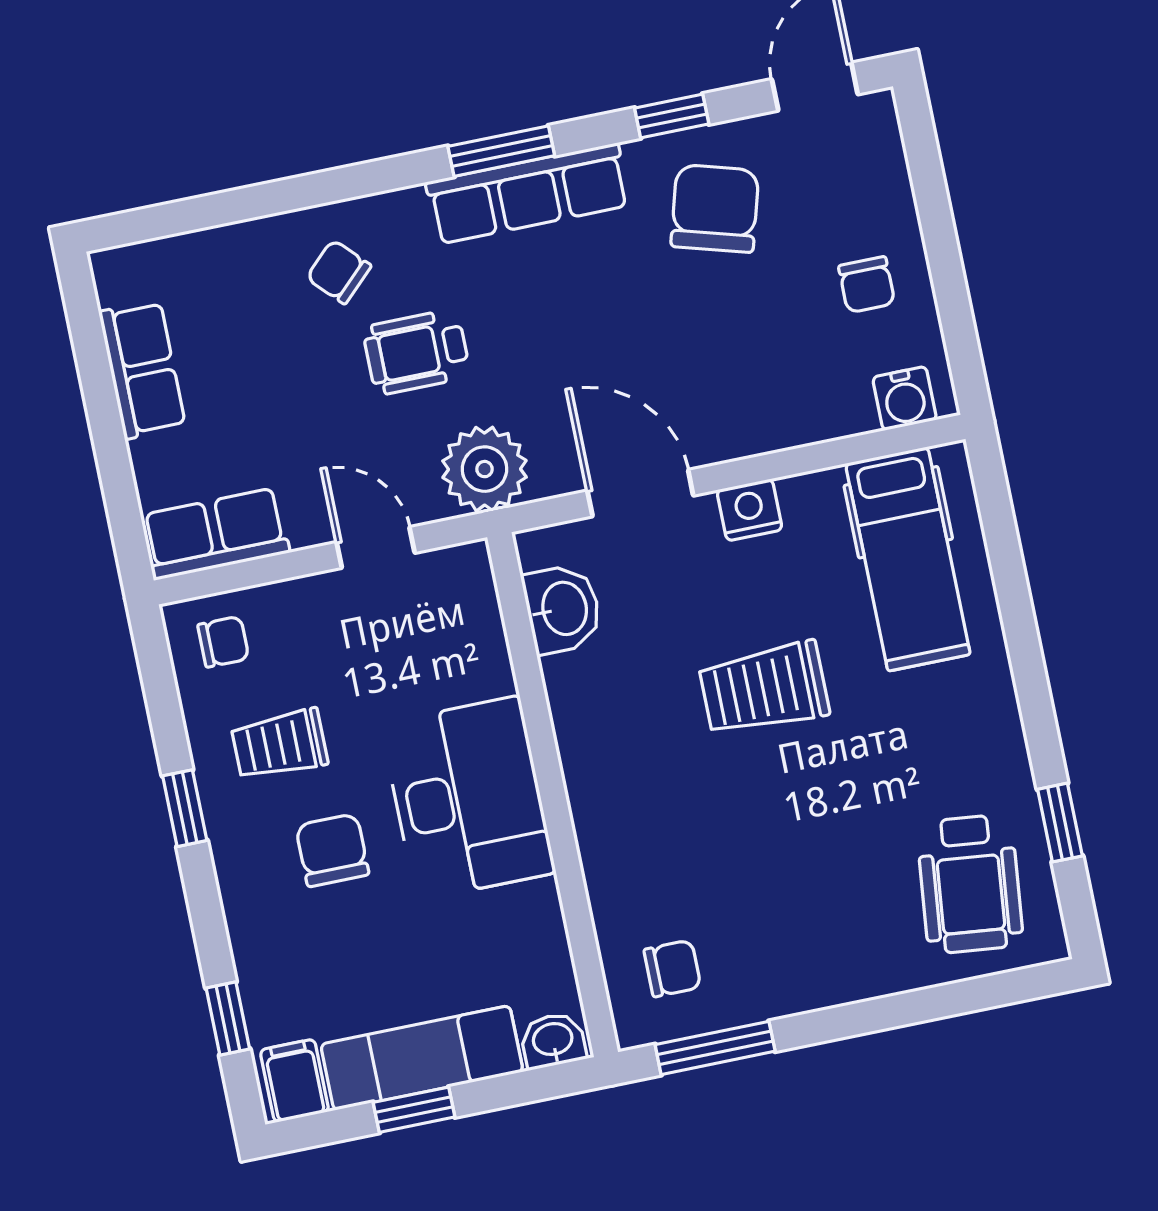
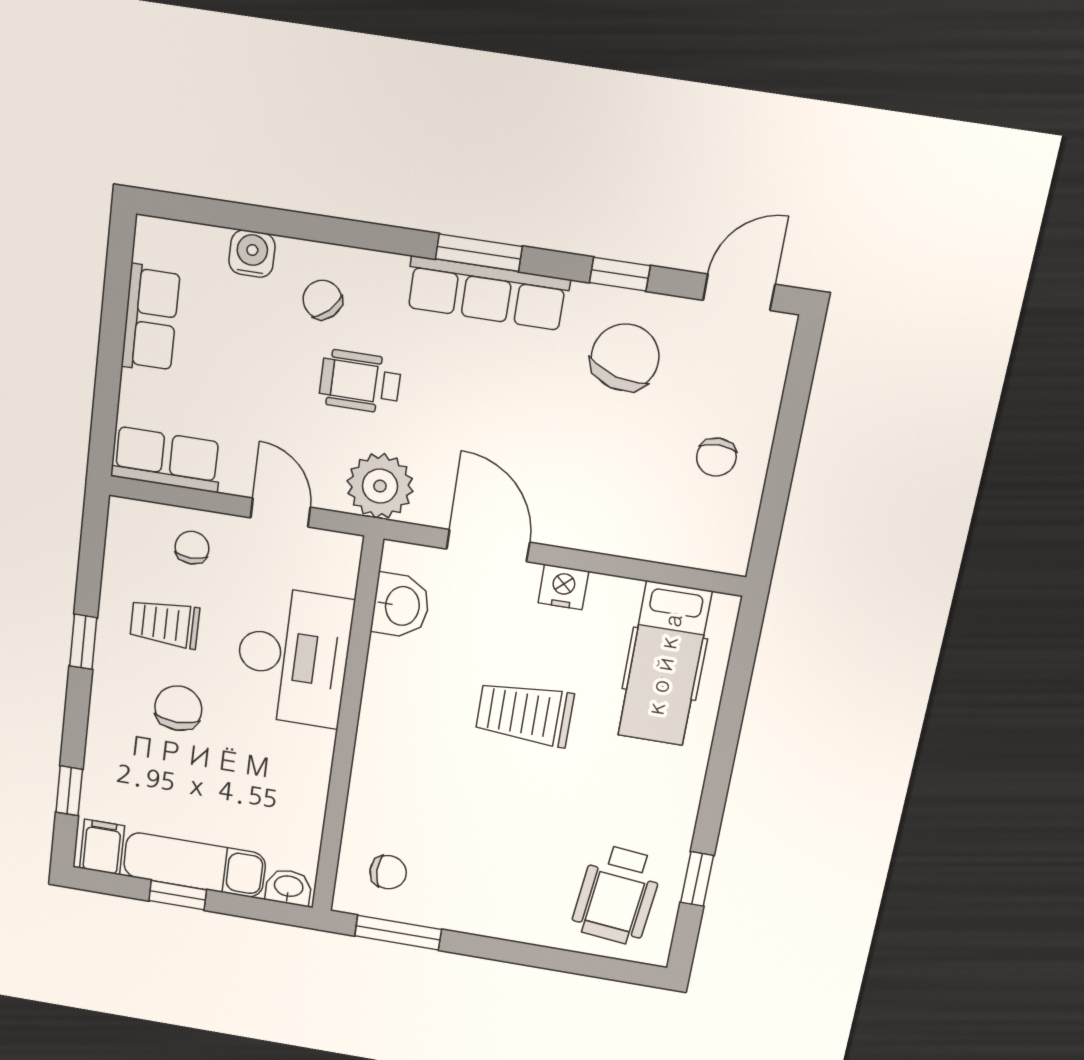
water cooler: (905, 398) -> (252, 254), moved, turned 180
chair: (223, 642) -> (192, 548), moved, turned -90
desk: (468, 798) -> (293, 657), moved

